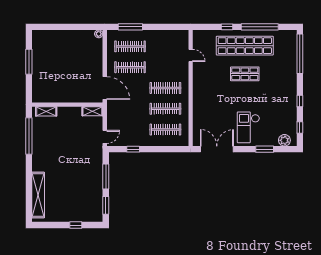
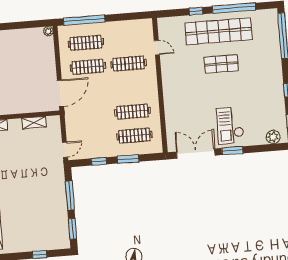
window: (130, 27) -> (84, 20), width x1.46
door: (105, 88) -> (60, 93), hinge flipped
clothes rail: (165, 88) -> (129, 64), moved
shelving: (92, 111) -> (34, 123), moved
window: (158, 149) -> (128, 159), added
window: (265, 149) -> (232, 151), moved

